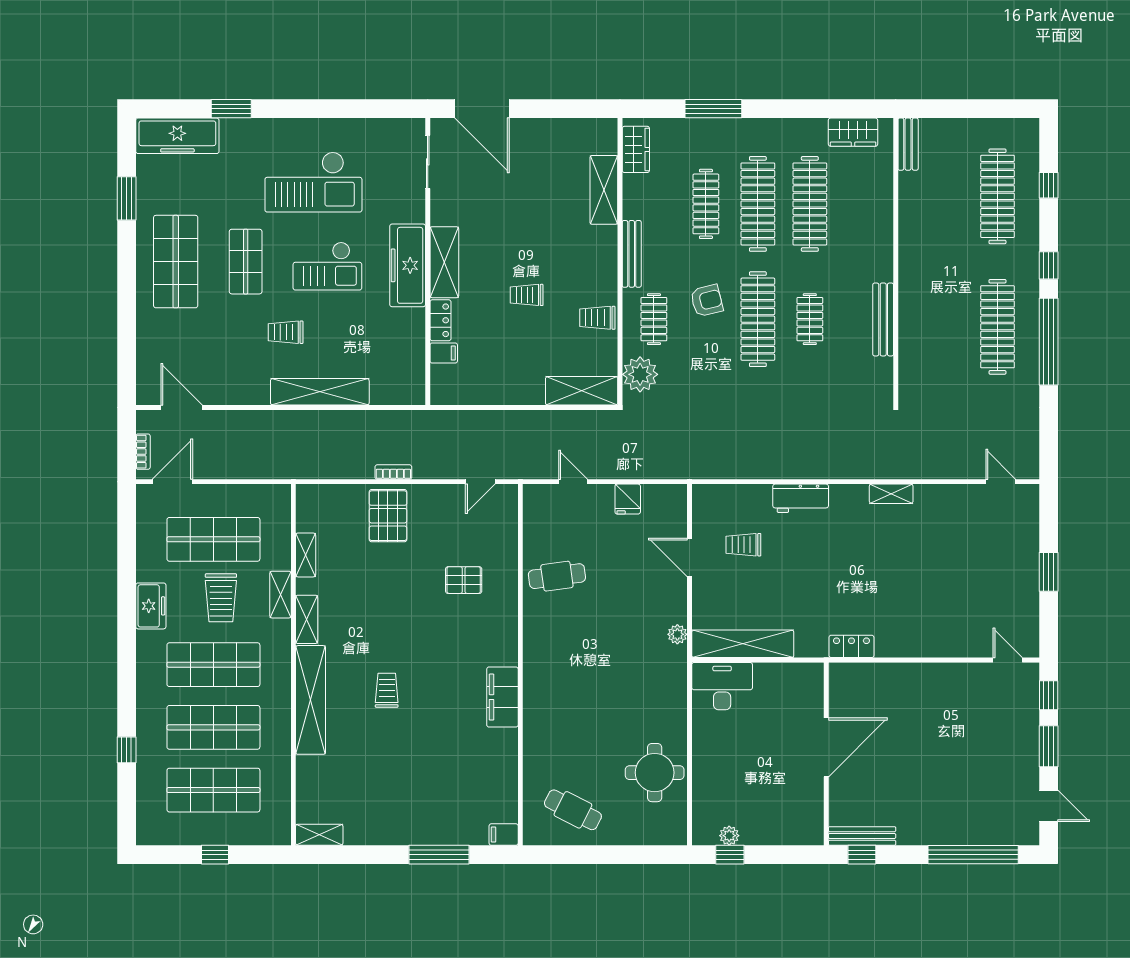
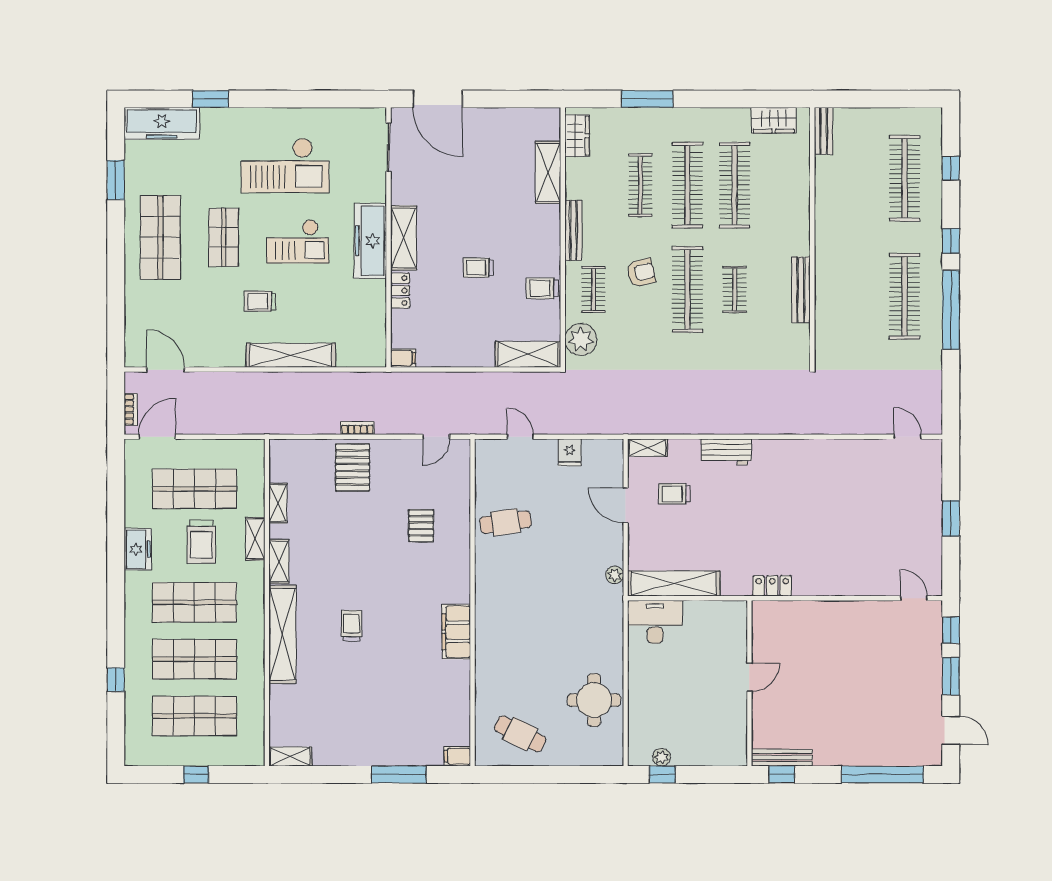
filing cabinet: (444, 353) -> (403, 358), moved
shelving: (891, 494) -> (647, 448), moved
pallet: (464, 580) -> (421, 526), turned 90
door: (826, 747) -> (749, 677), width x0.53

